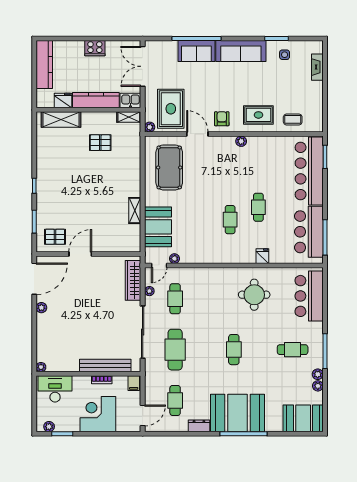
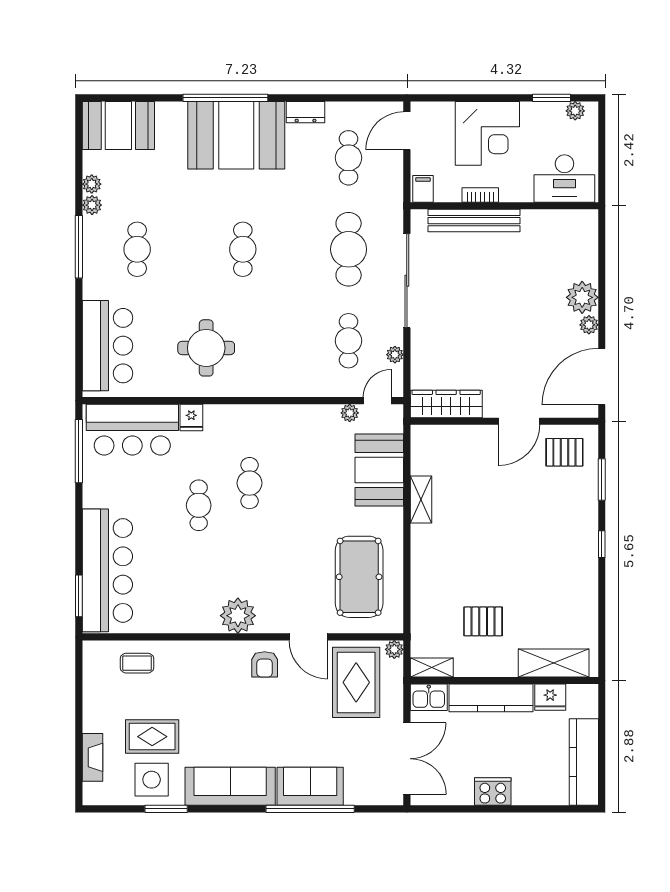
side table: (285, 55) -> (152, 780), width x1.87, depth x1.87
rug: (258, 115) -> (152, 737), moved
plant: (241, 141) -> (238, 616), width x1.88, depth x1.88
bar counter: (309, 232) -> (132, 430), moved, turned 90
wardrobe: (133, 280) -> (446, 404), moved, turned -90
cafe table: (293, 350) -> (137, 249), turned 90
plant: (41, 367) -> (582, 297), moved, width x1.88, depth x1.88

